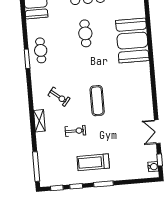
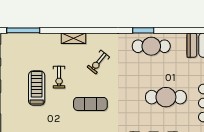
cafe table: (85, 33) -> (166, 97), width x1.37, depth x1.35
cafe table: (41, 50) -> (151, 46), width x1.37, depth x1.35
treadmill: (93, 162) -> (37, 88), moved

